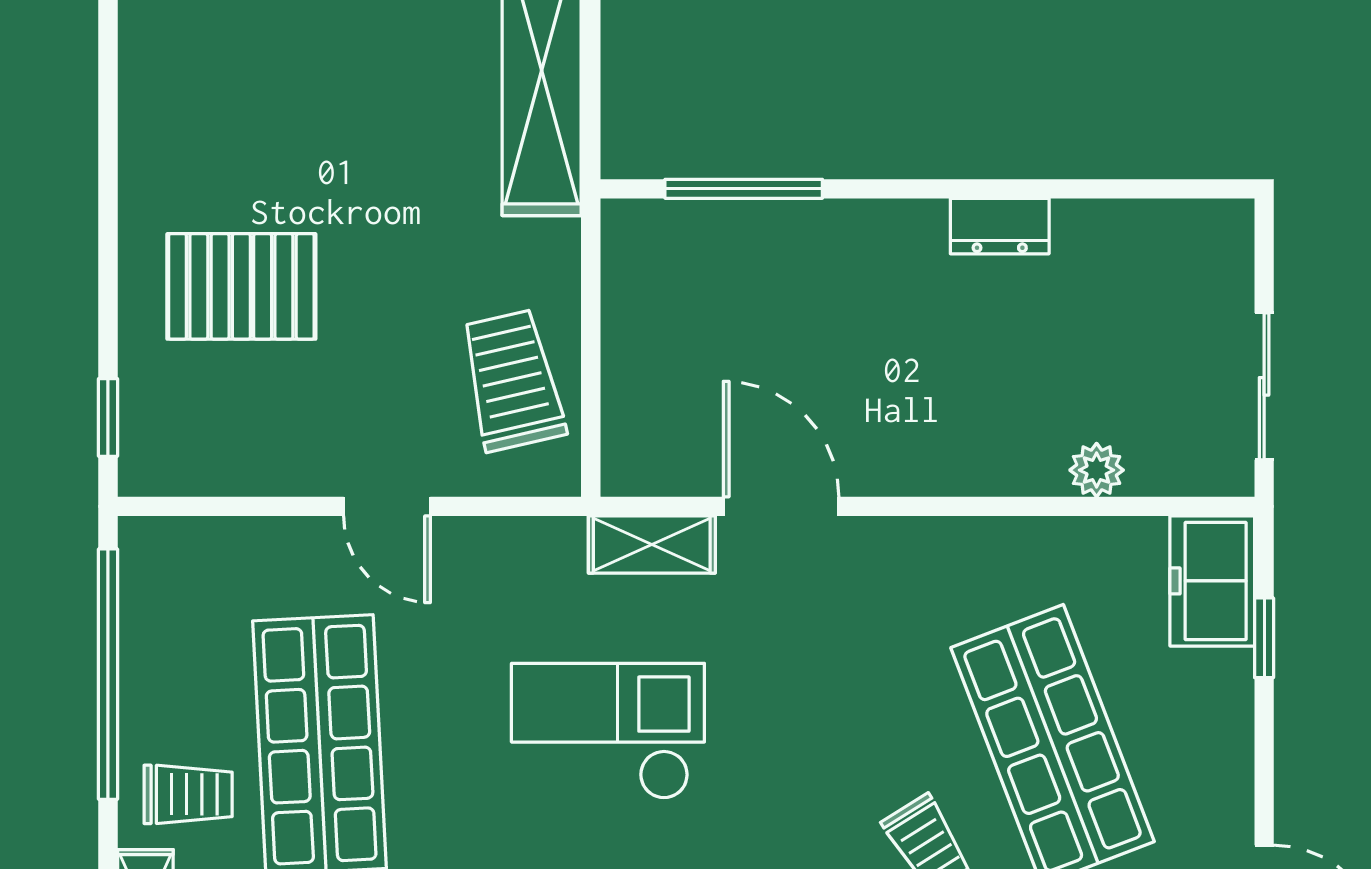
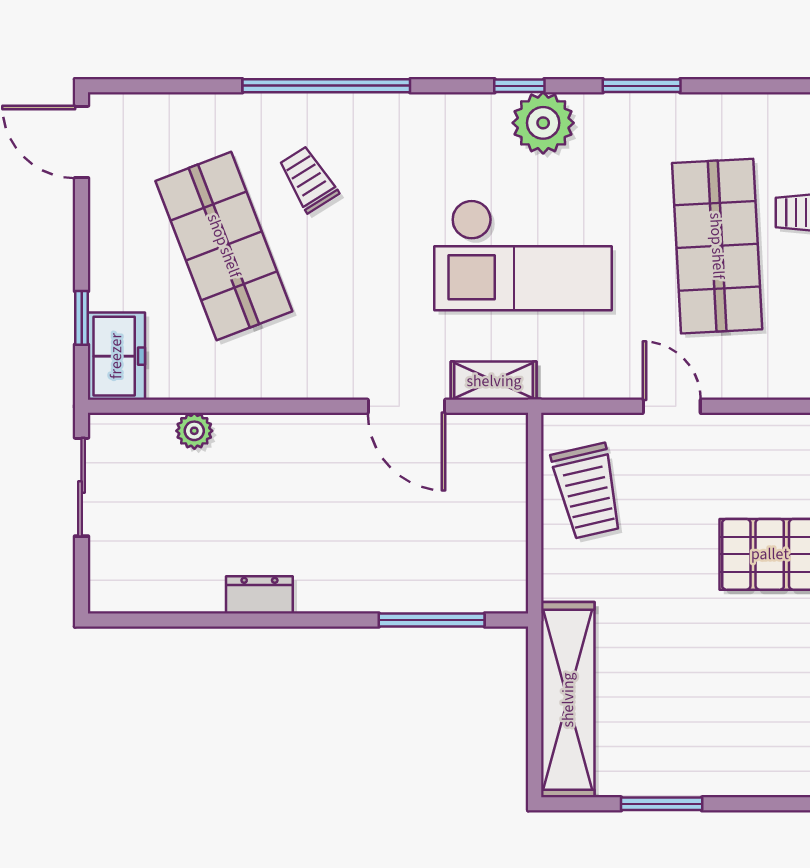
checkout: (608, 731) -> (523, 255), width x1.36, depth x1.21

